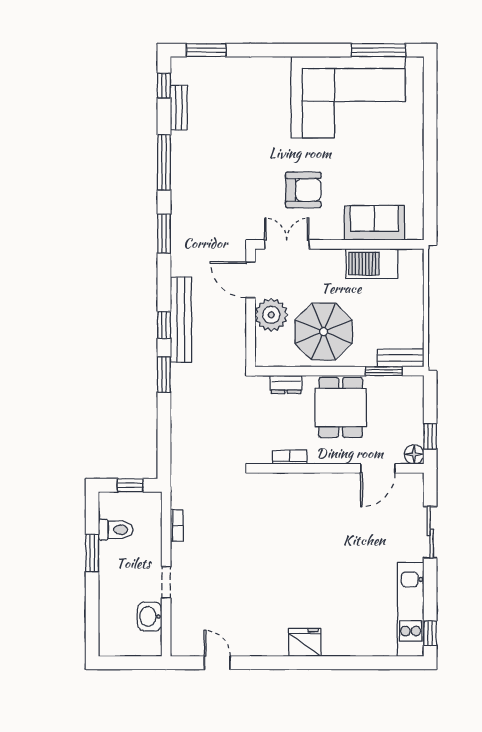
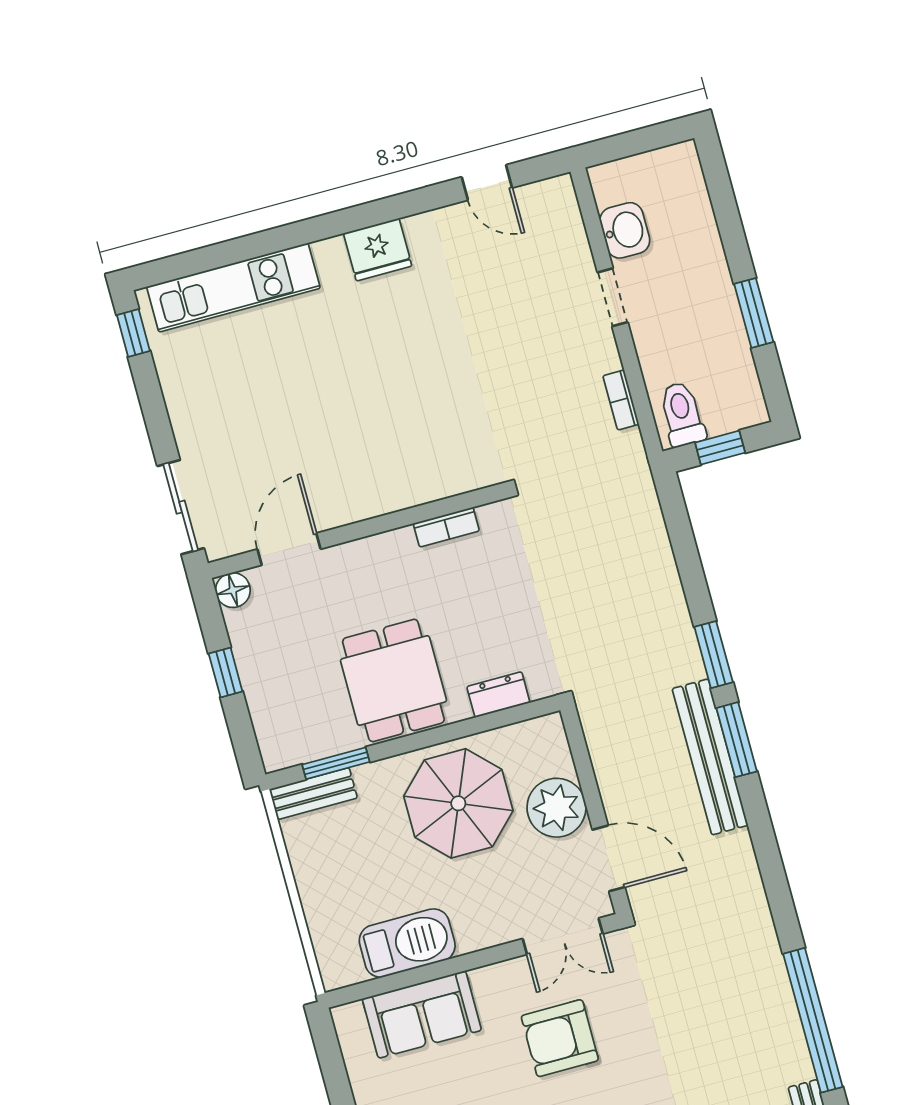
window: (164, 162) -> (813, 1020), width x1.46
window: (164, 234) -> (780, 897), removed
window: (164, 325) -> (737, 740), width x1.50
floor lamp: (414, 454) -> (233, 590), moved
bookcase: (290, 457) -> (446, 527), moved
wall: (339, 468) -> (355, 531), moved
door: (378, 468) -> (289, 549), moved
toilet: (116, 530) -> (682, 414), moved, turned 90
kitchen unit: (411, 609) -> (233, 288), moved, turned 90
fridge: (305, 642) -> (378, 250), moved

